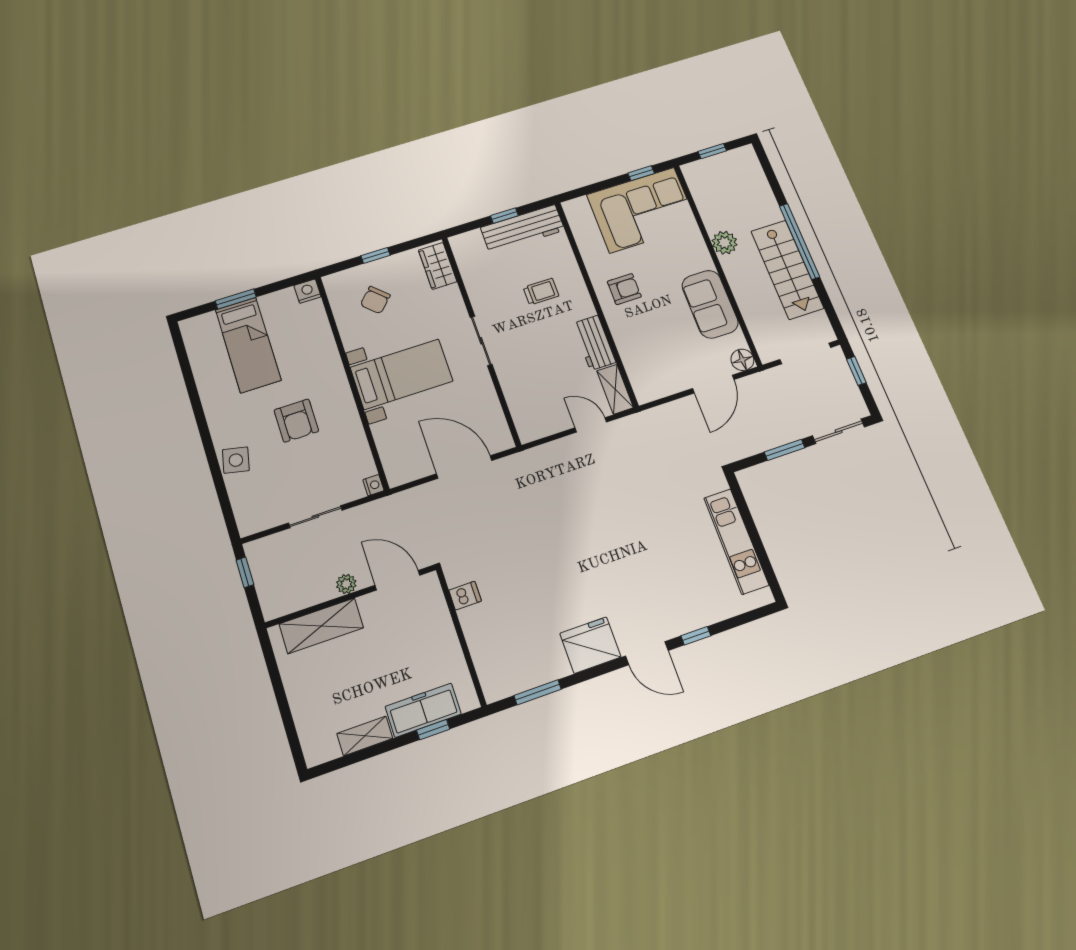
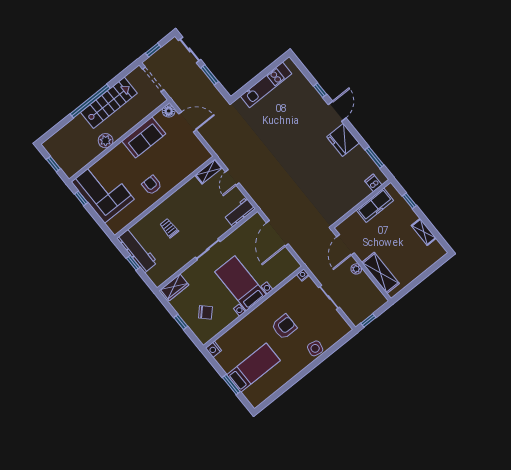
workbench: (594, 343) -> (240, 212), moved, turned 180
dishwasher: (465, 596) -> (373, 183), moved
freezer: (423, 710) -> (375, 205), moved, turned -90

